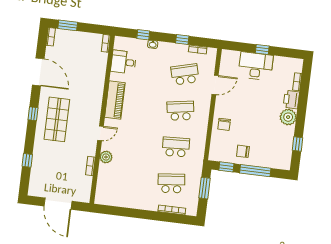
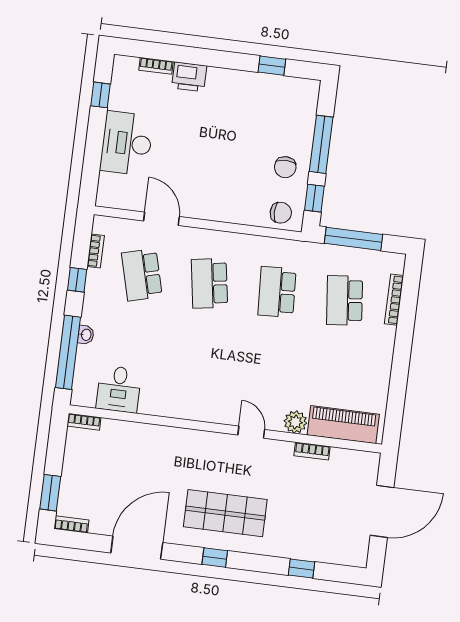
window: (143, 35) -> (68, 352), width x3.17
window: (262, 50) -> (100, 95), moved
piano: (115, 100) -> (343, 425), moved
plant: (288, 117) -> (222, 83), removed
chair: (224, 124) -> (281, 213), moved
window: (204, 188) -> (354, 239), width x1.44

